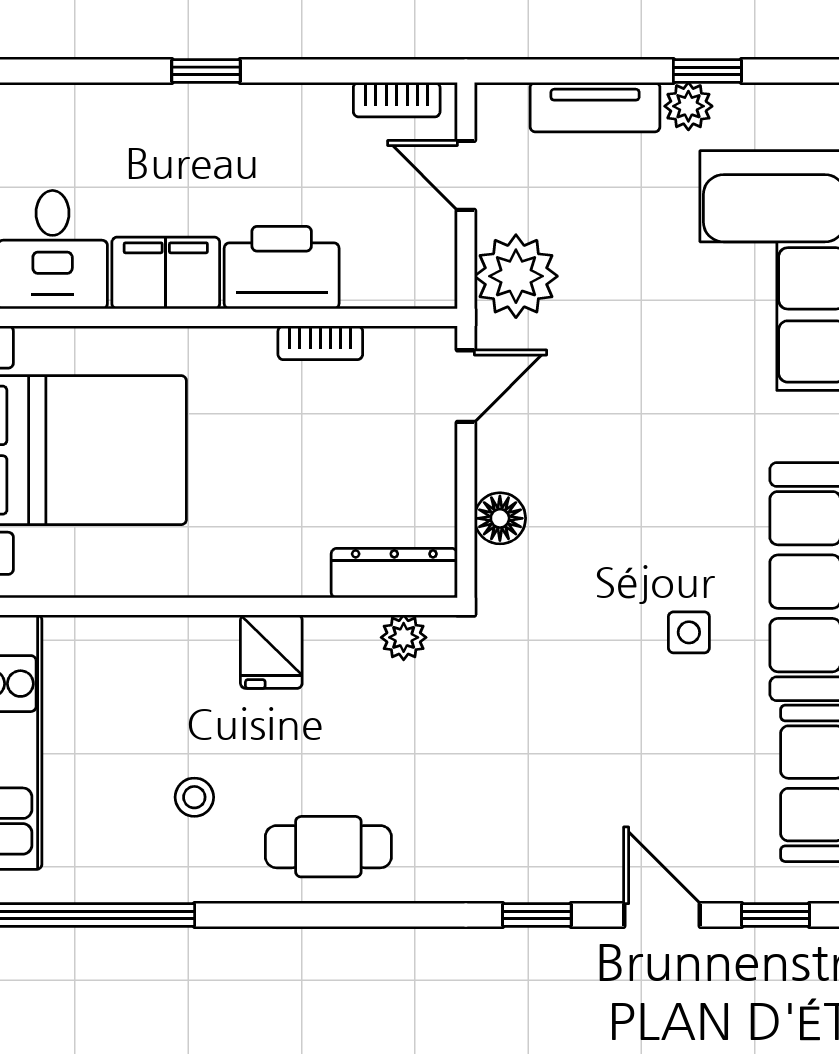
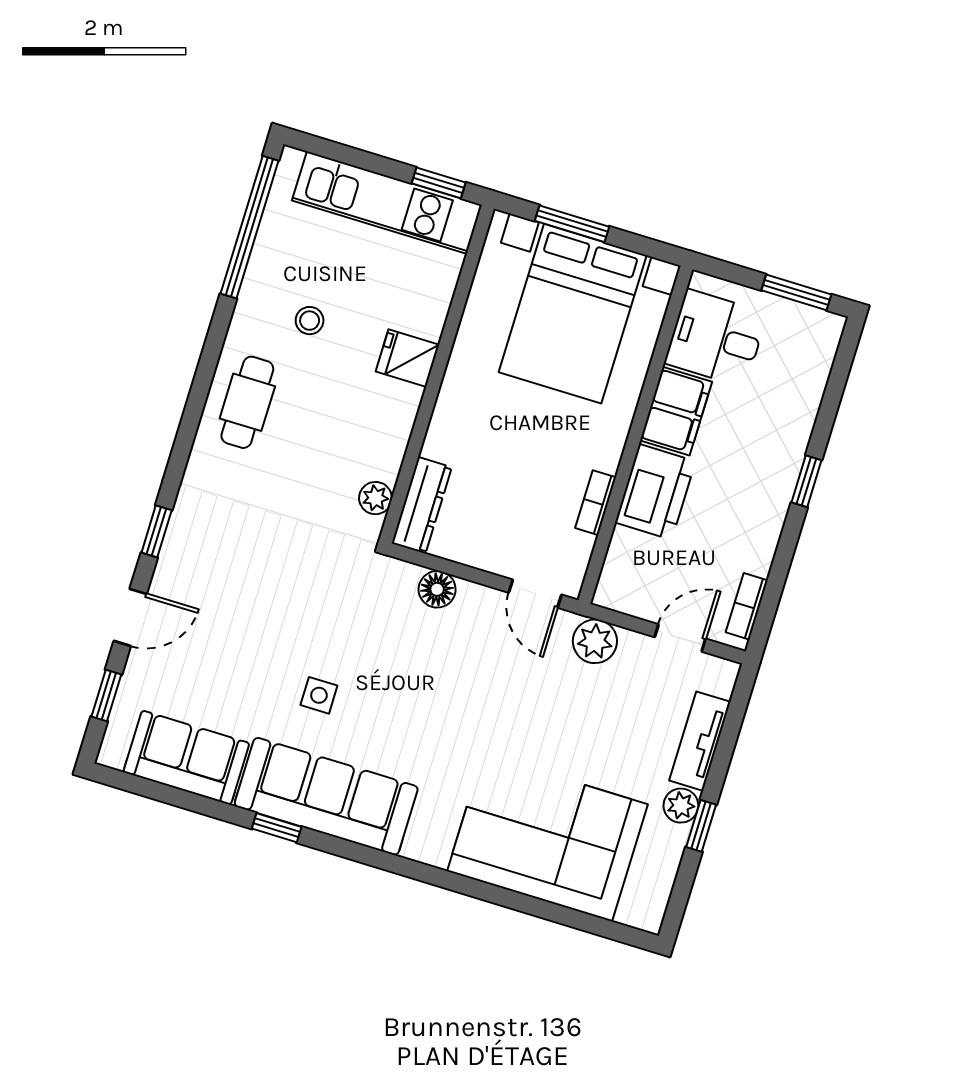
plant: (516, 276) -> (595, 641), width x0.73, depth x0.73
fridge: (271, 652) -> (408, 358), moved

